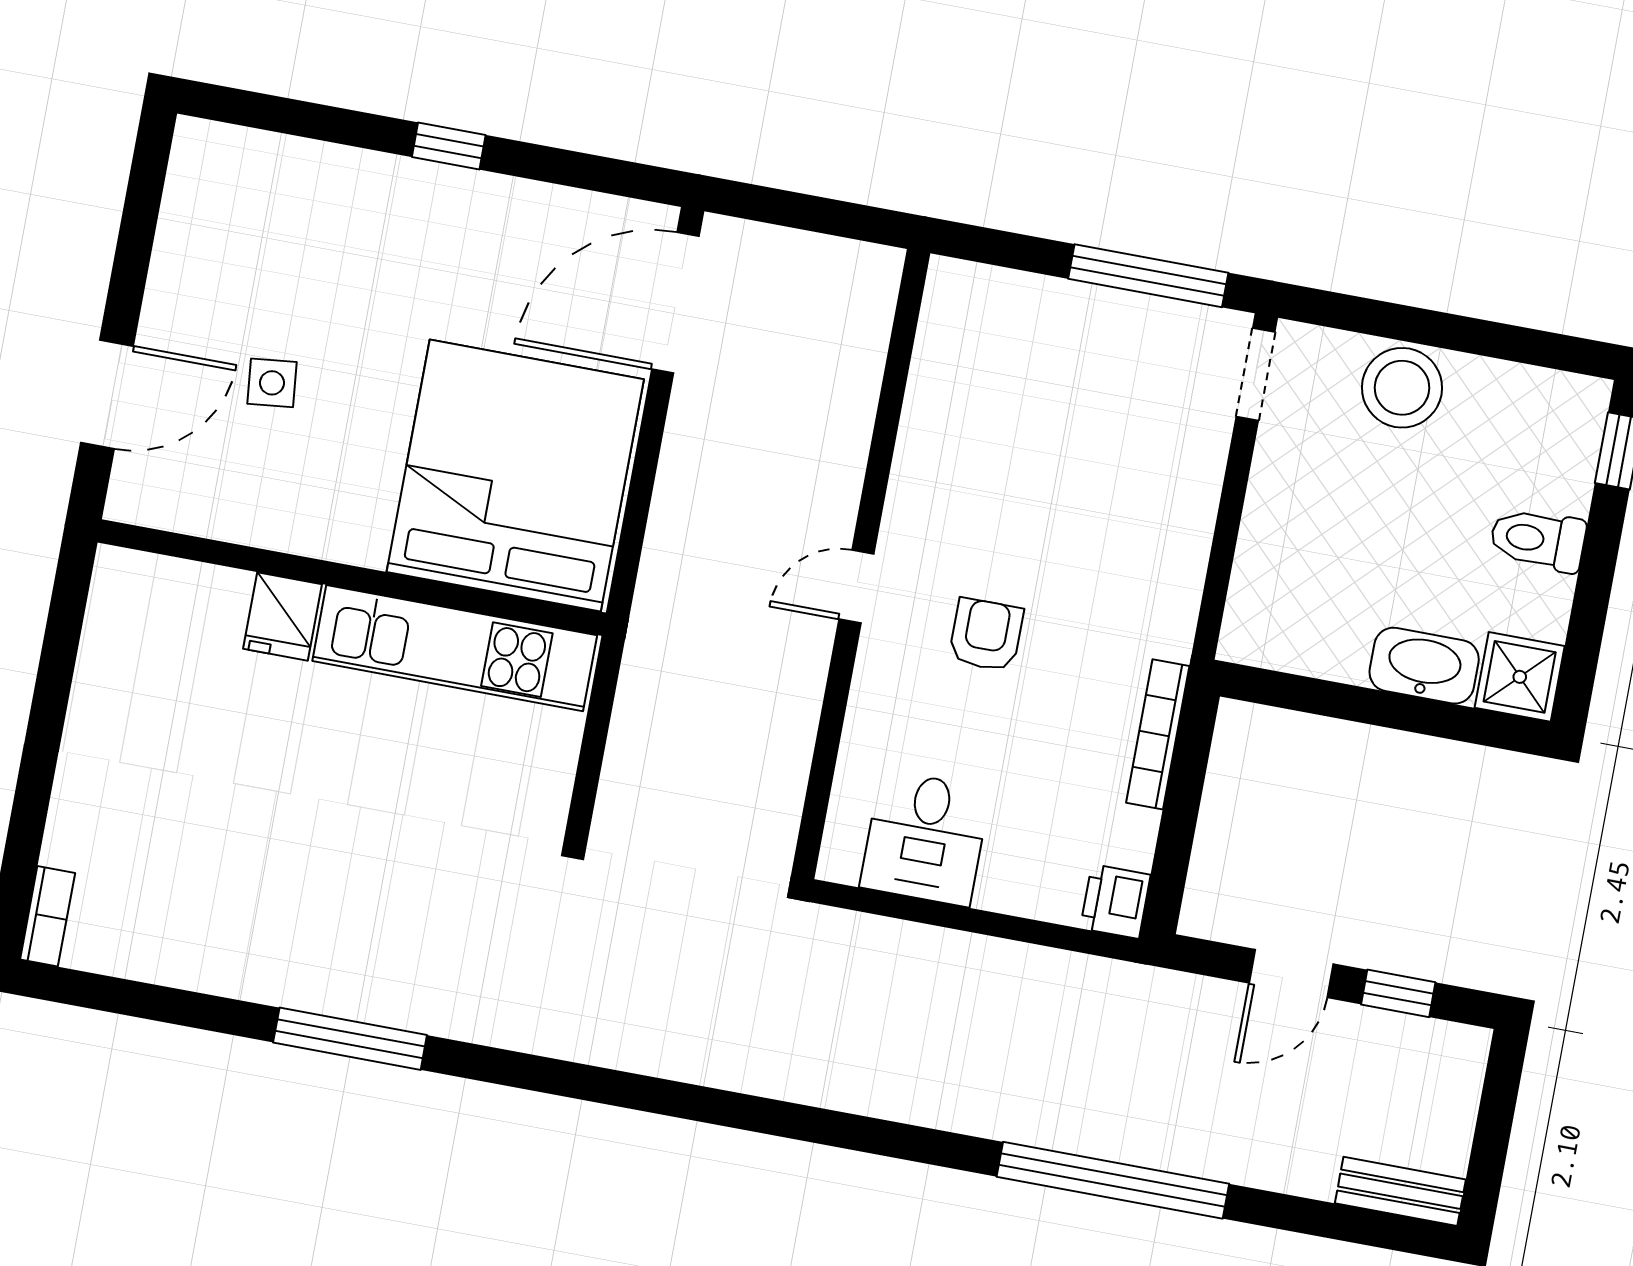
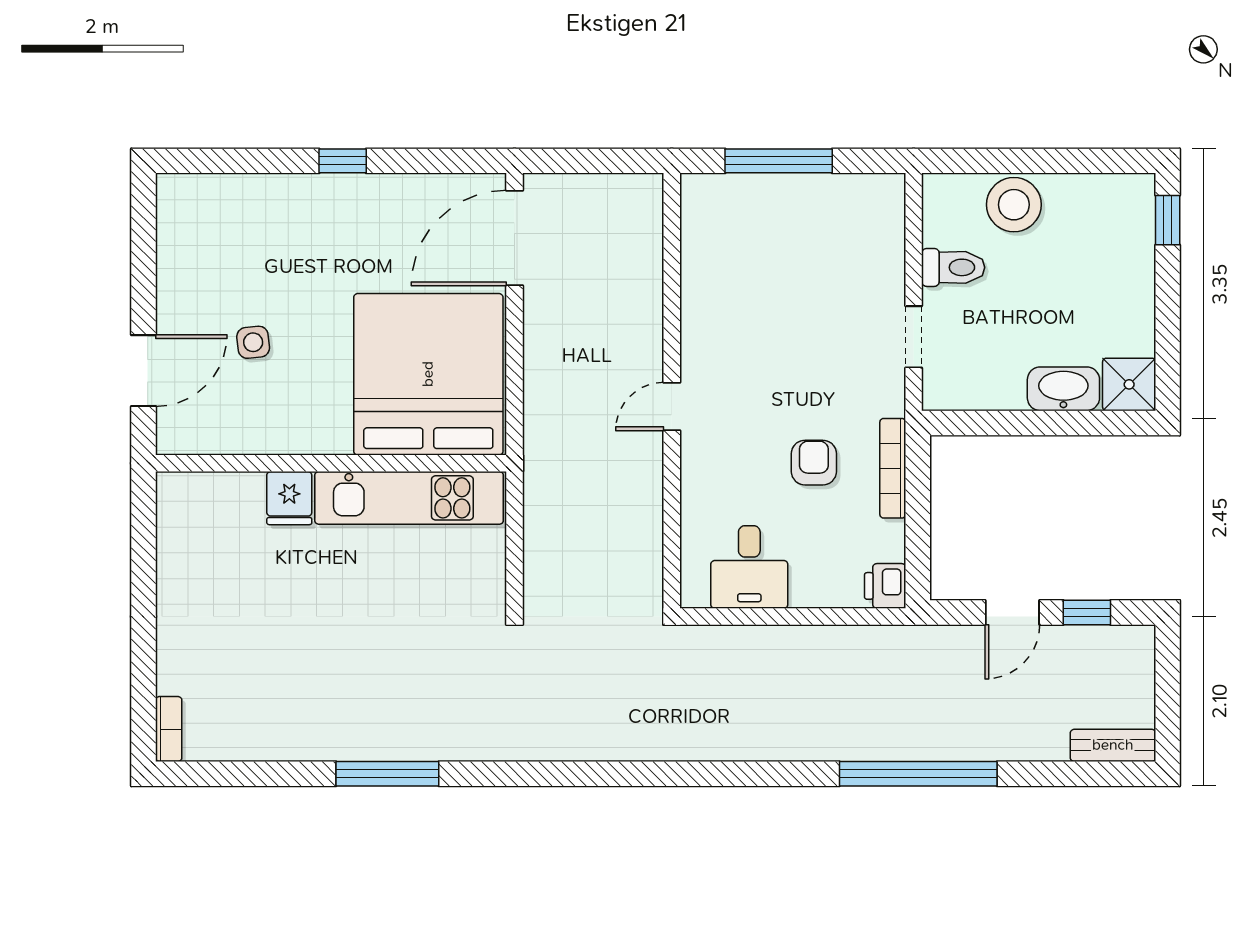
window: (1148, 276) -> (779, 161), moved
doorway: (1255, 374) -> (914, 337), moved
toilet: (1538, 540) -> (953, 267), moved, turned 180
armchair: (986, 635) -> (814, 463), moved

